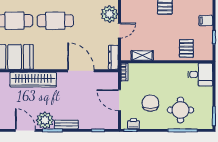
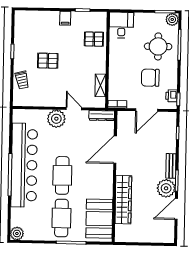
plant: (207, 123) -> (172, 19), added

